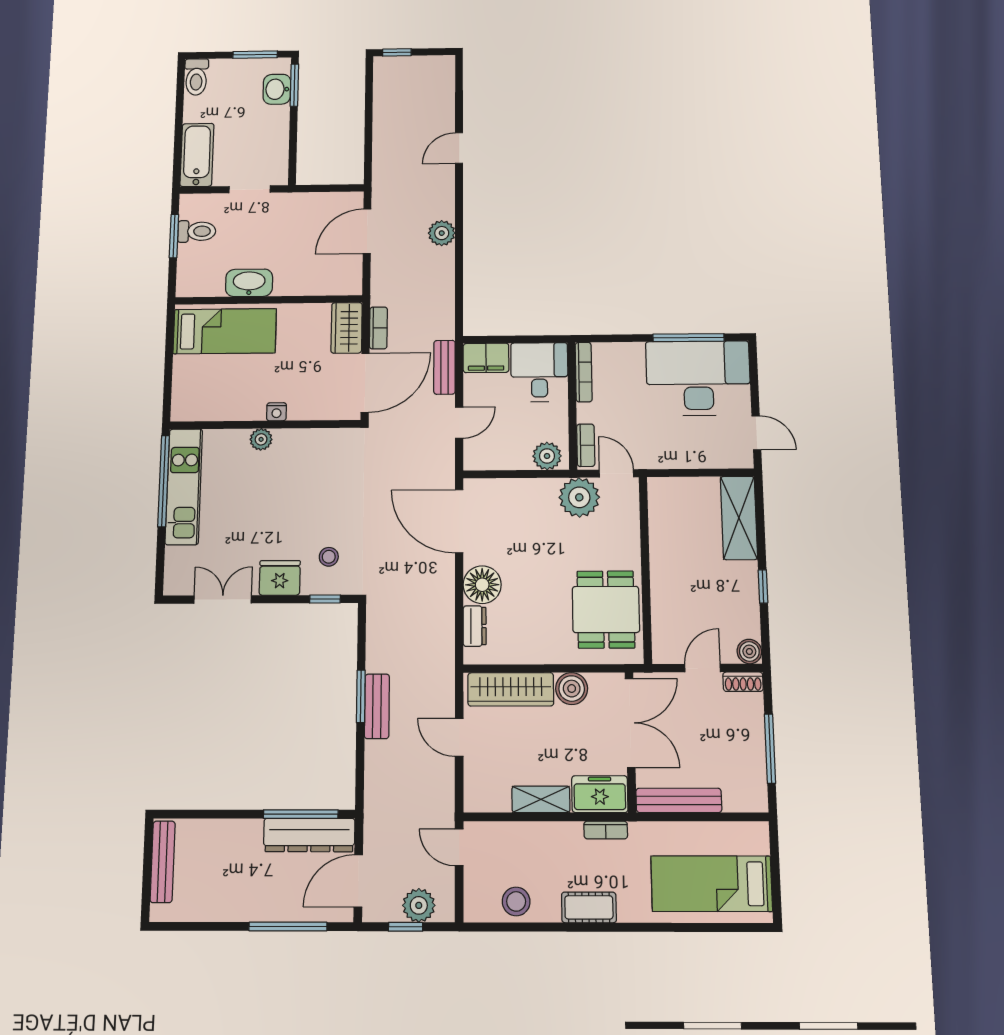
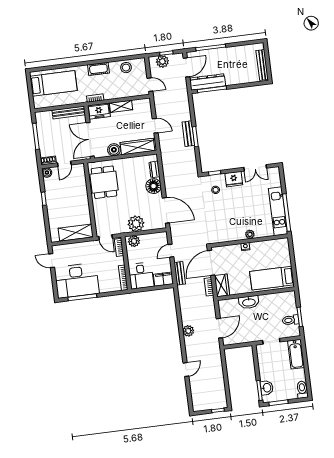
washbasin: (249, 283) -> (249, 302), moved
plant: (579, 497) -> (136, 224), moved
shelving: (739, 518) -> (76, 233), moved, turned 90

